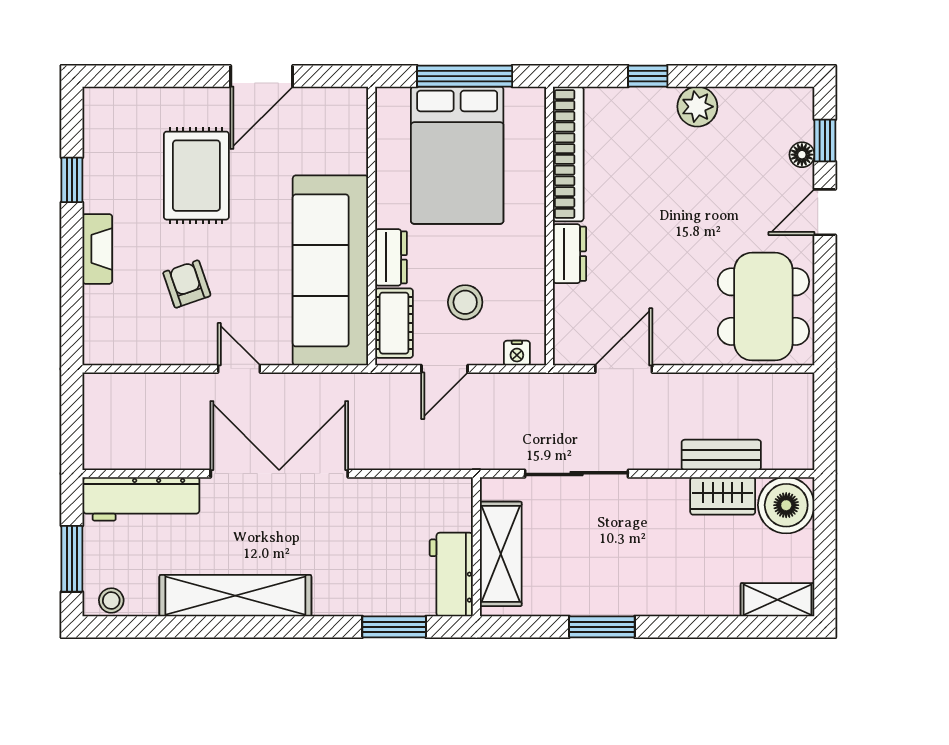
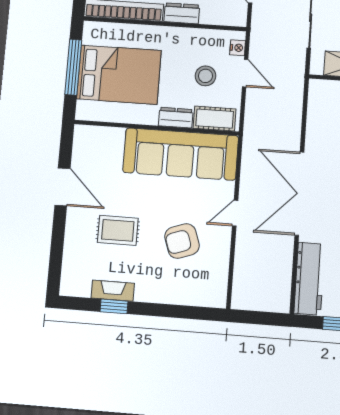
rug: (196, 176) -> (118, 230), width x0.73, depth x0.70
fireplace: (97, 249) -> (113, 291), moved
armchair: (187, 284) -> (182, 241), width x1.38, depth x1.38
door: (445, 369) -> (245, 73), moved

